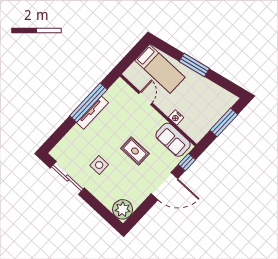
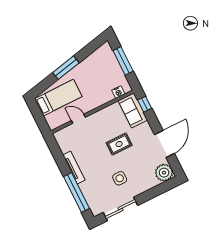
window: (88, 103) -> (76, 193), moved
nightstand: (176, 117) -> (118, 92), moved
sofa: (173, 140) -> (133, 110), moved, turned 90
door: (164, 186) -> (164, 144), moved

